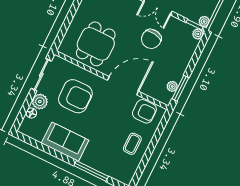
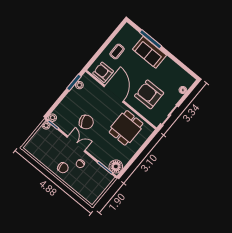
chair: (151, 39) -> (86, 122), turned 59
door: (123, 86) -> (114, 94), swing flipped
plant: (40, 102) -> (175, 97), removed
sofa: (65, 142) -> (150, 52), moved

